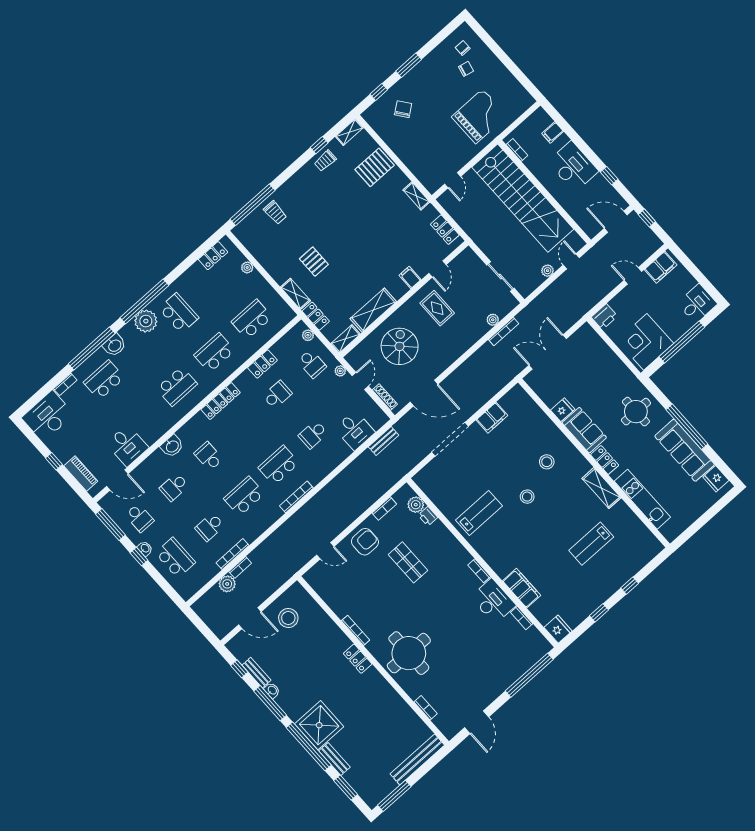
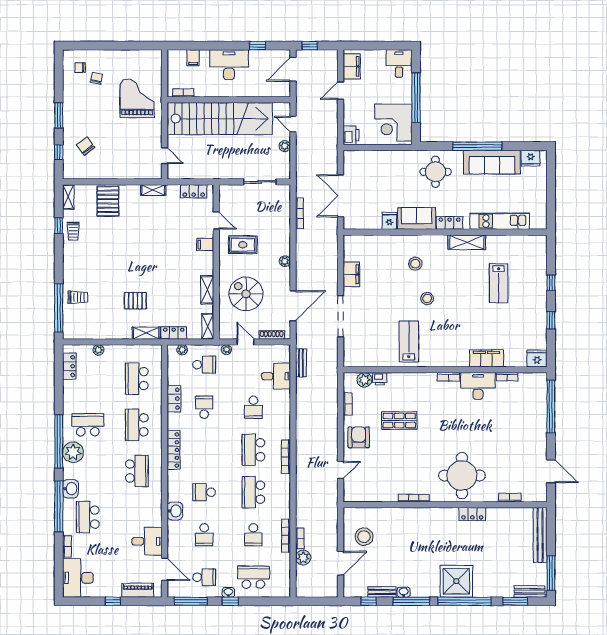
shelving: (373, 310) -> (207, 290), width x0.67, depth x0.75
plant: (493, 320) -> (285, 261), moved
door: (117, 480) -> (165, 569), hinge flipped
locker: (358, 659) -> (472, 514), moved
bench: (334, 759) -> (530, 591), moved

